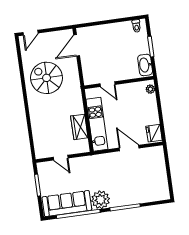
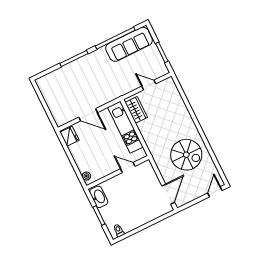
wardrobe: (79, 127) -> (136, 110), moved
plant: (101, 200) -> (99, 58), removed

